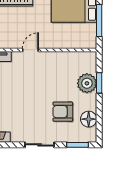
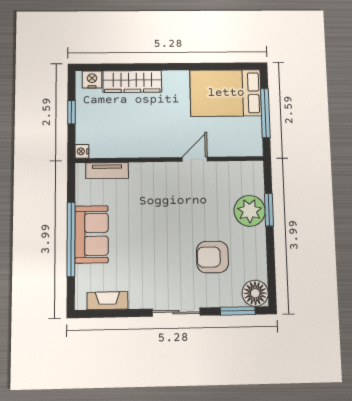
door: (30, 50) -> (195, 159), moved
floor lamp: (89, 119) -> (255, 293), moved

